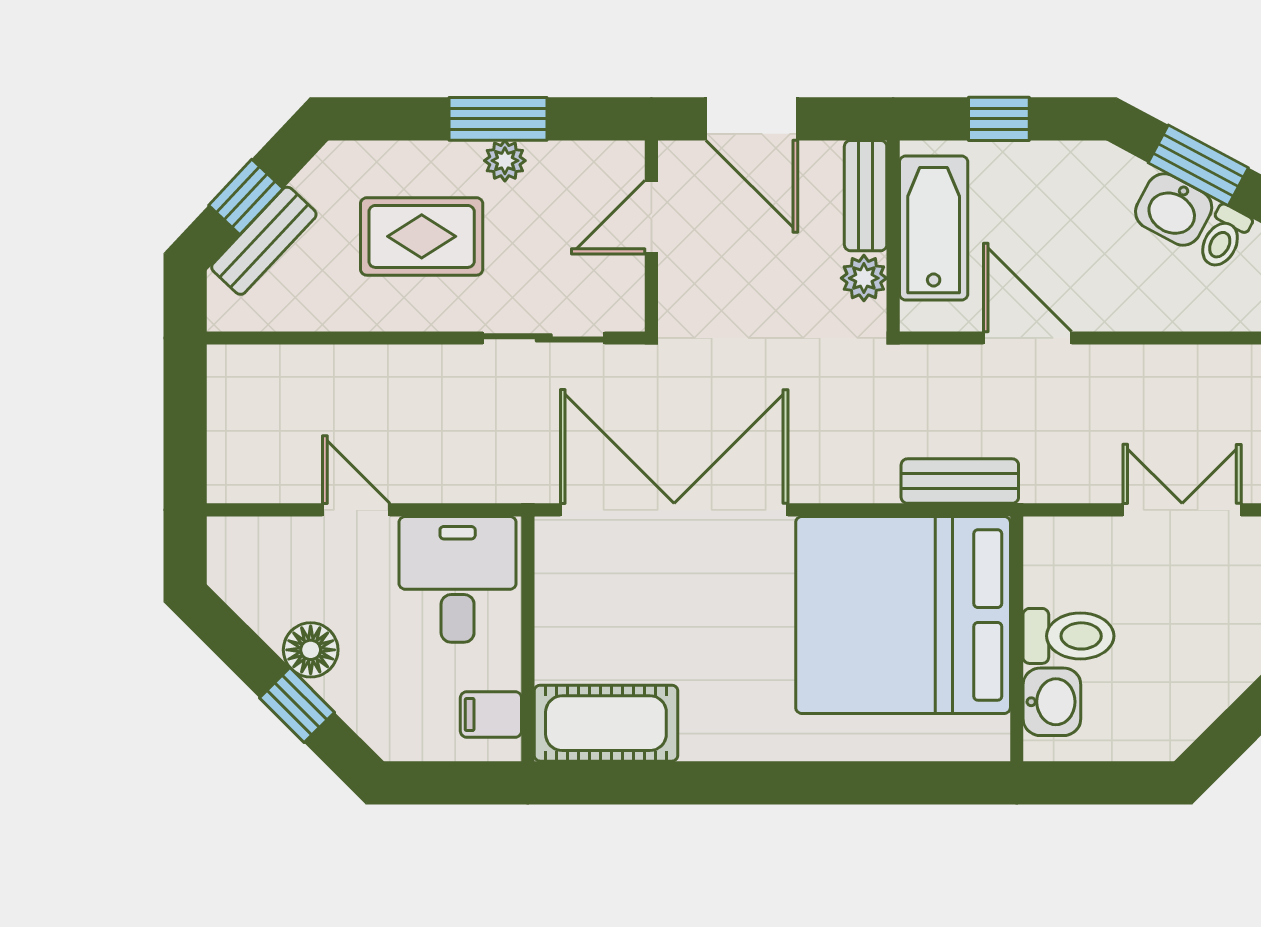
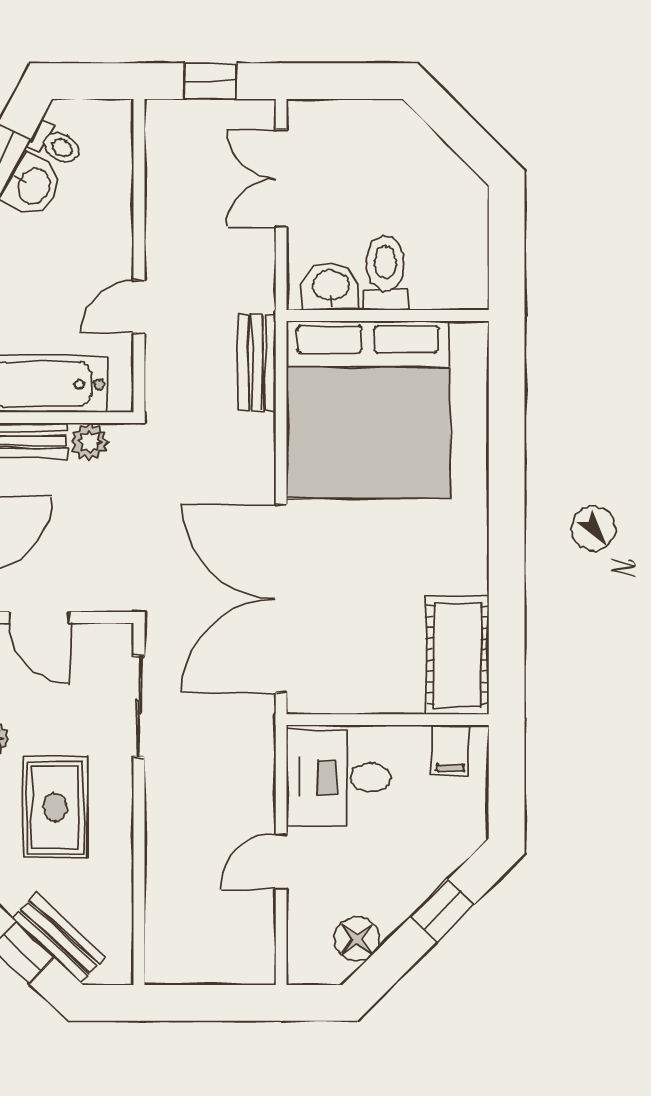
door: (1027, 338) -> (139, 307), width x0.73
floor lamp: (311, 650) -> (357, 939), moved
washbasin: (1052, 702) -> (331, 286), moved

